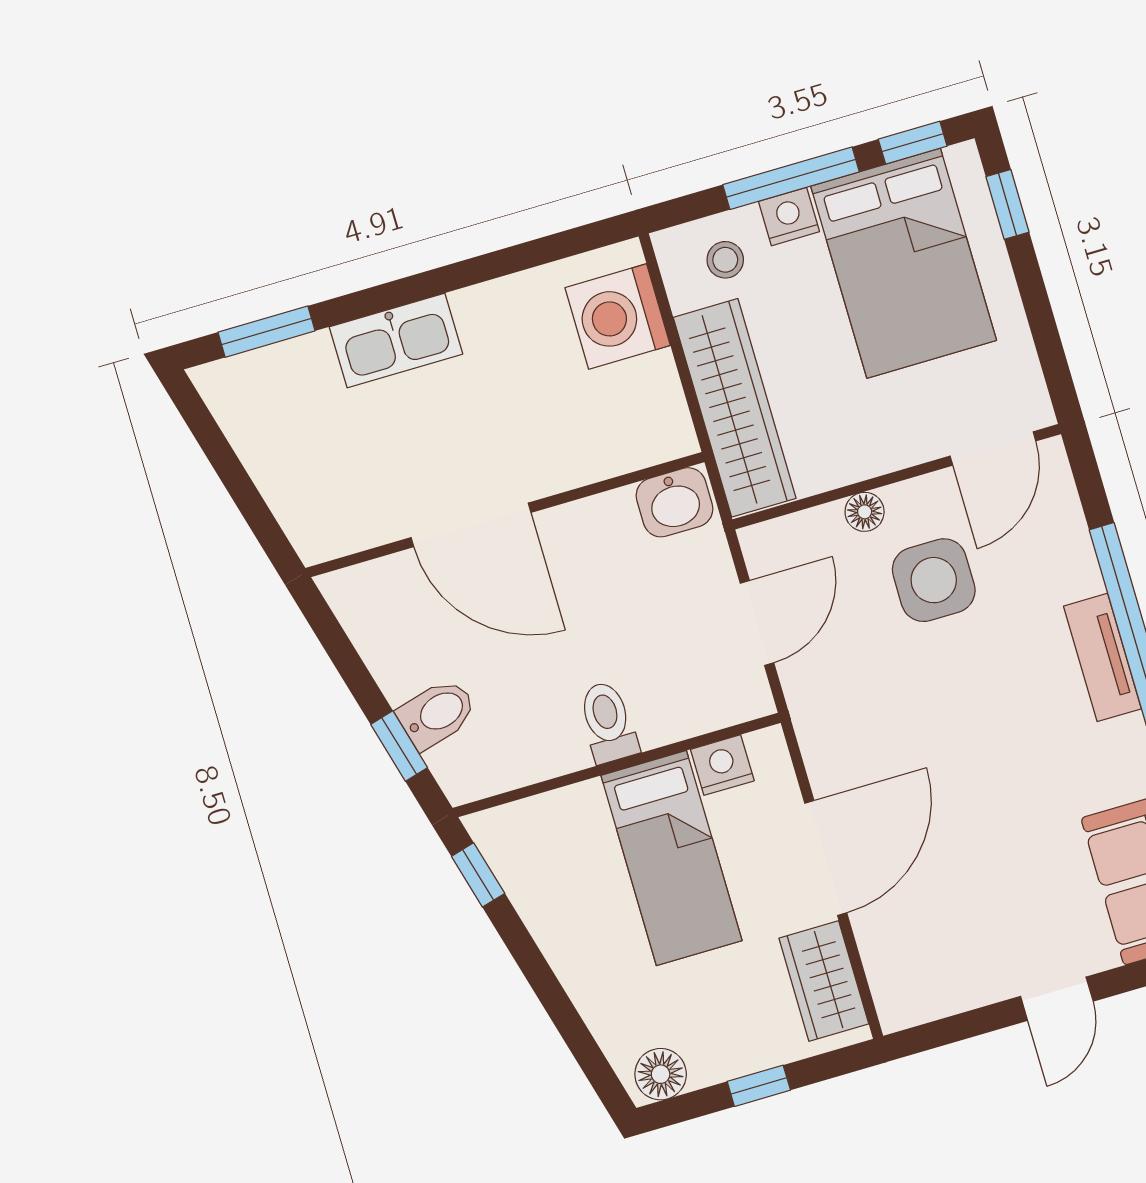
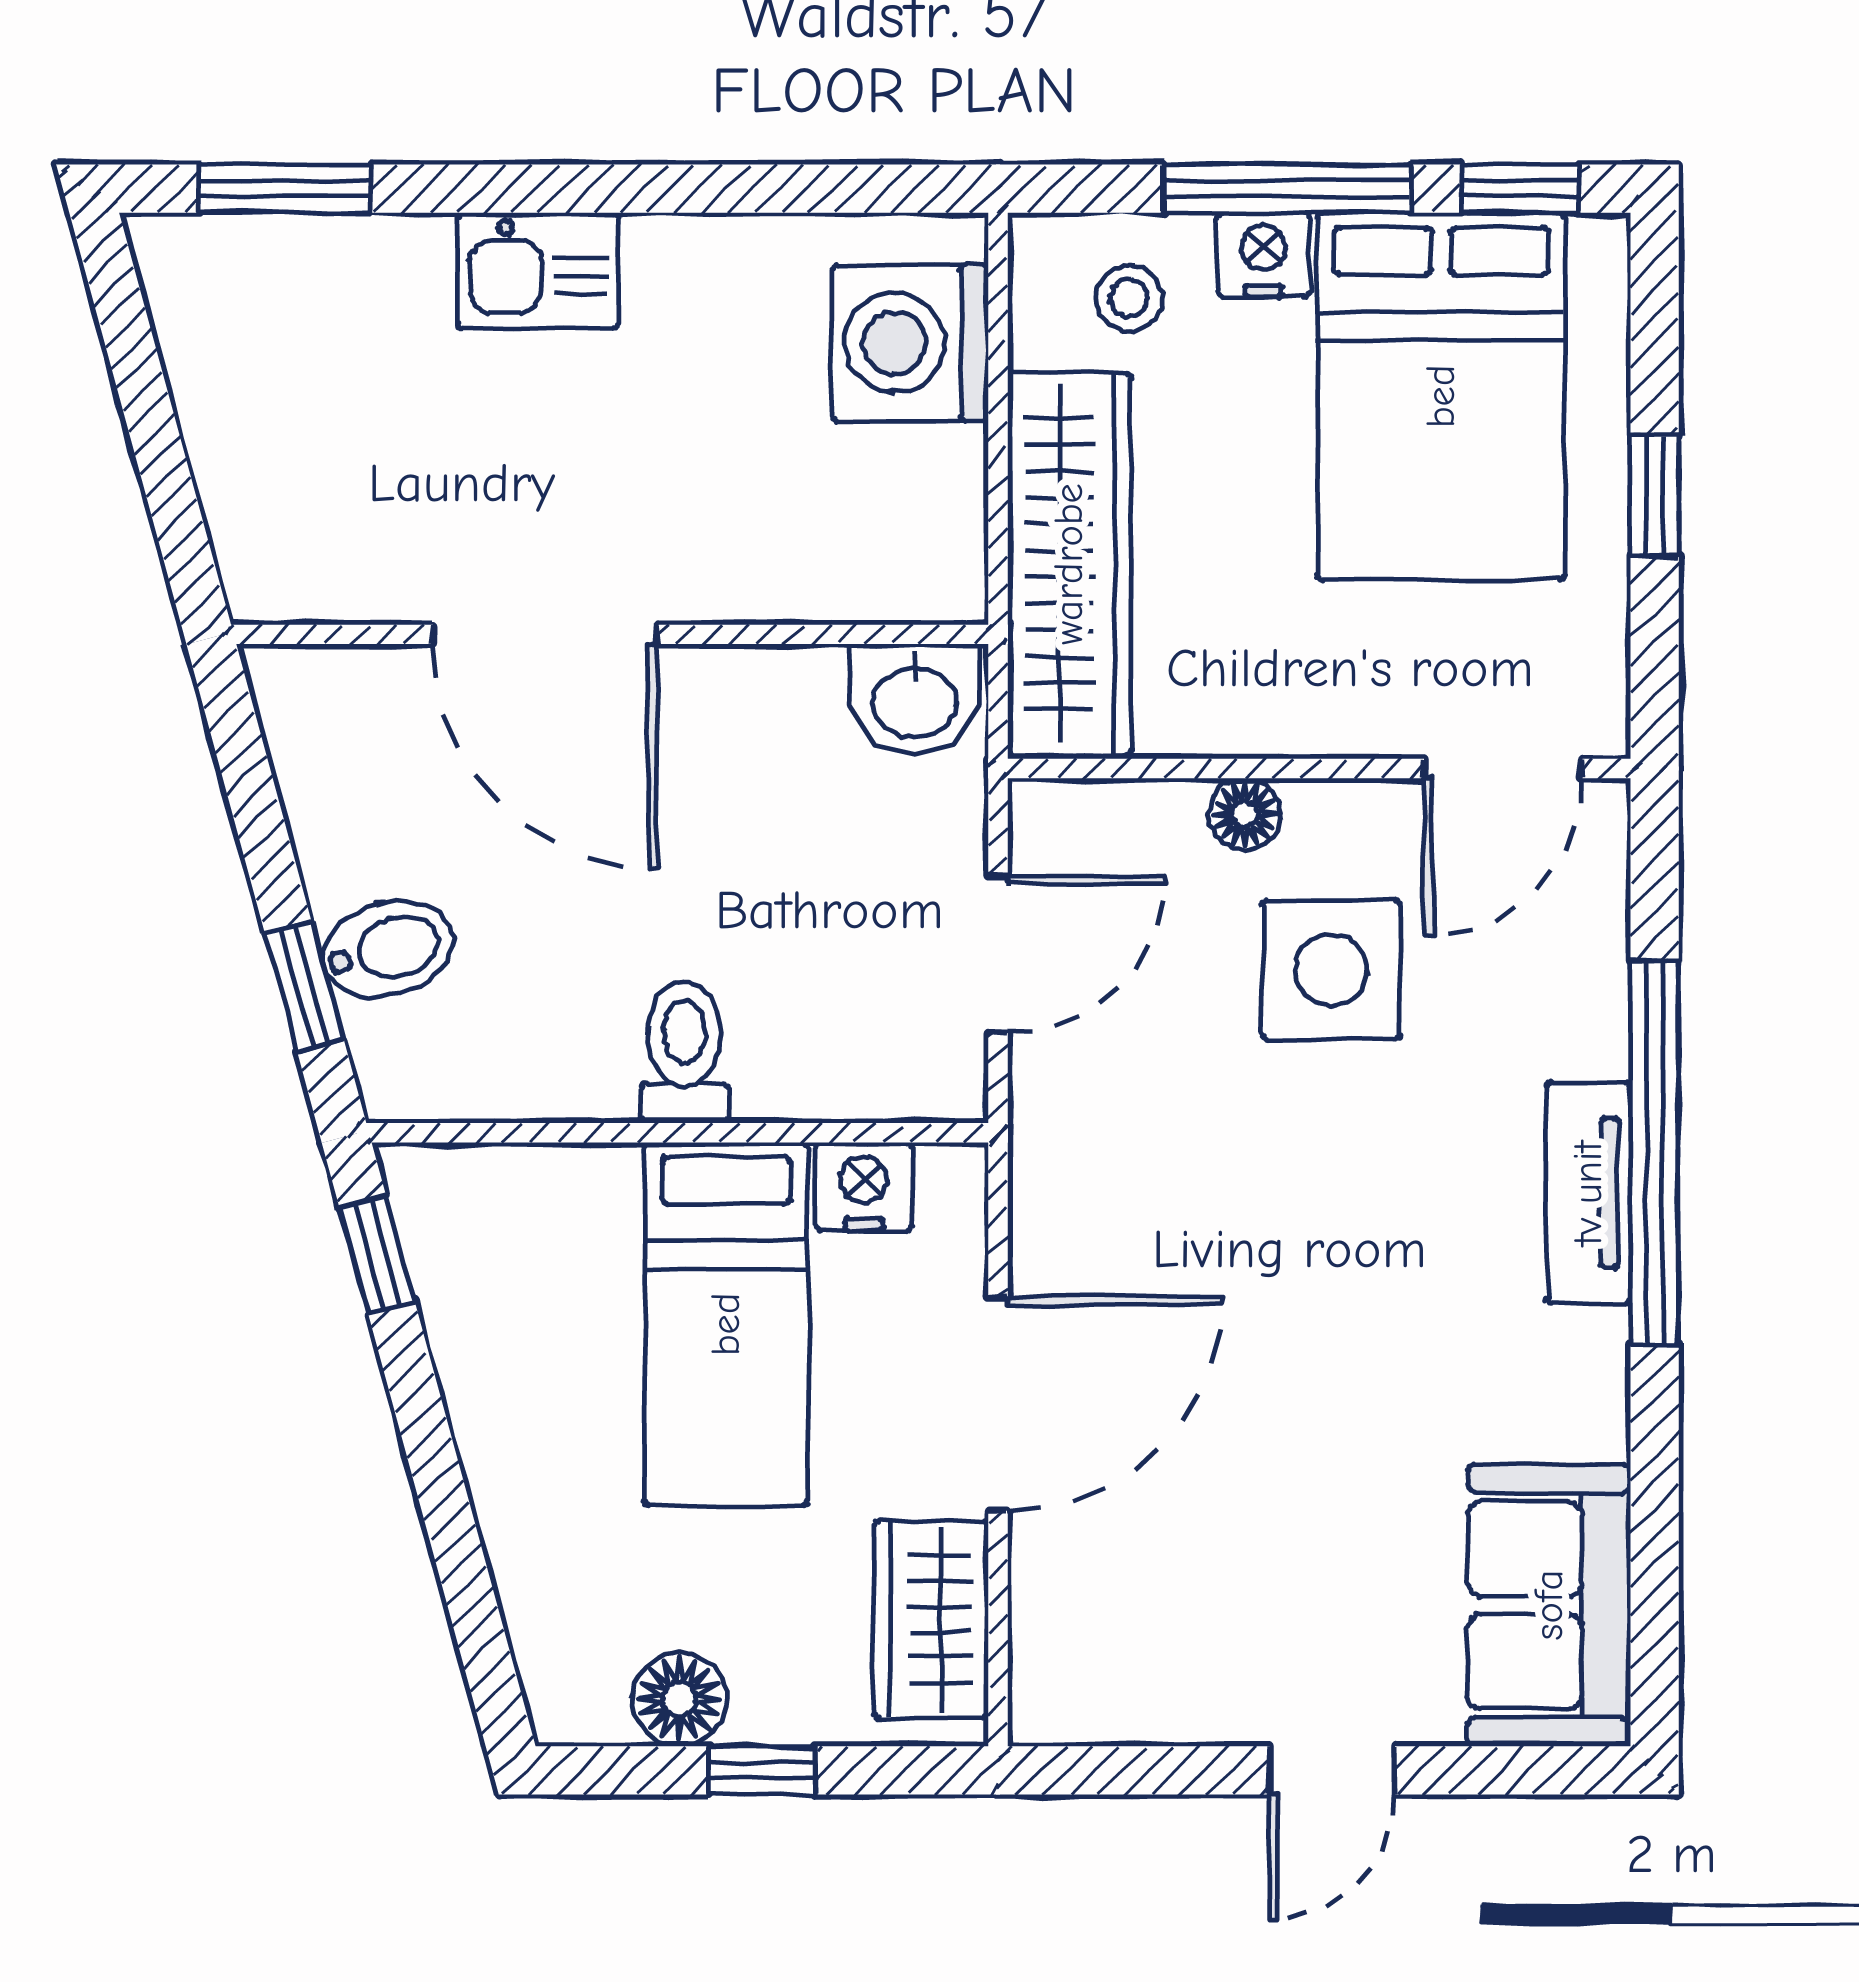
window: (1007, 204) -> (1655, 496), moved
kitchen sink: (396, 340) -> (538, 271), width x0.73
floor lamp: (661, 1074) -> (680, 1699), moved

